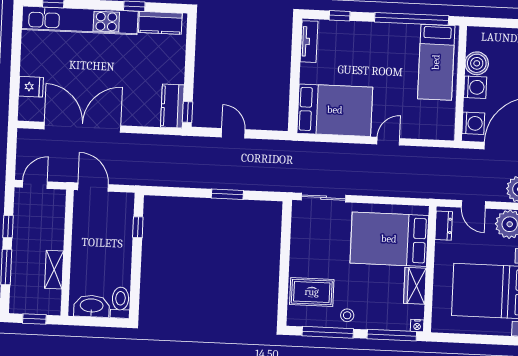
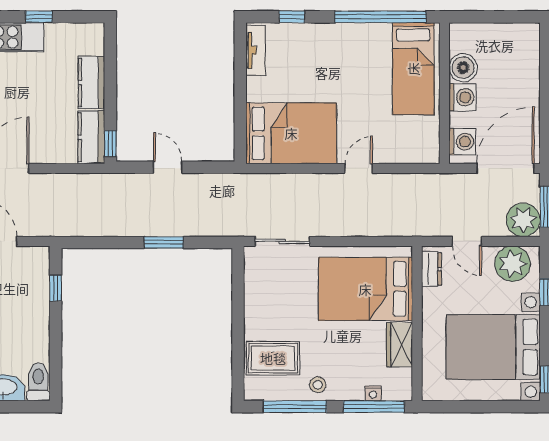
kitchen counter: (160, 23) -> (91, 83), moved, turned 90
nightstand: (417, 326) -> (373, 393), moved

